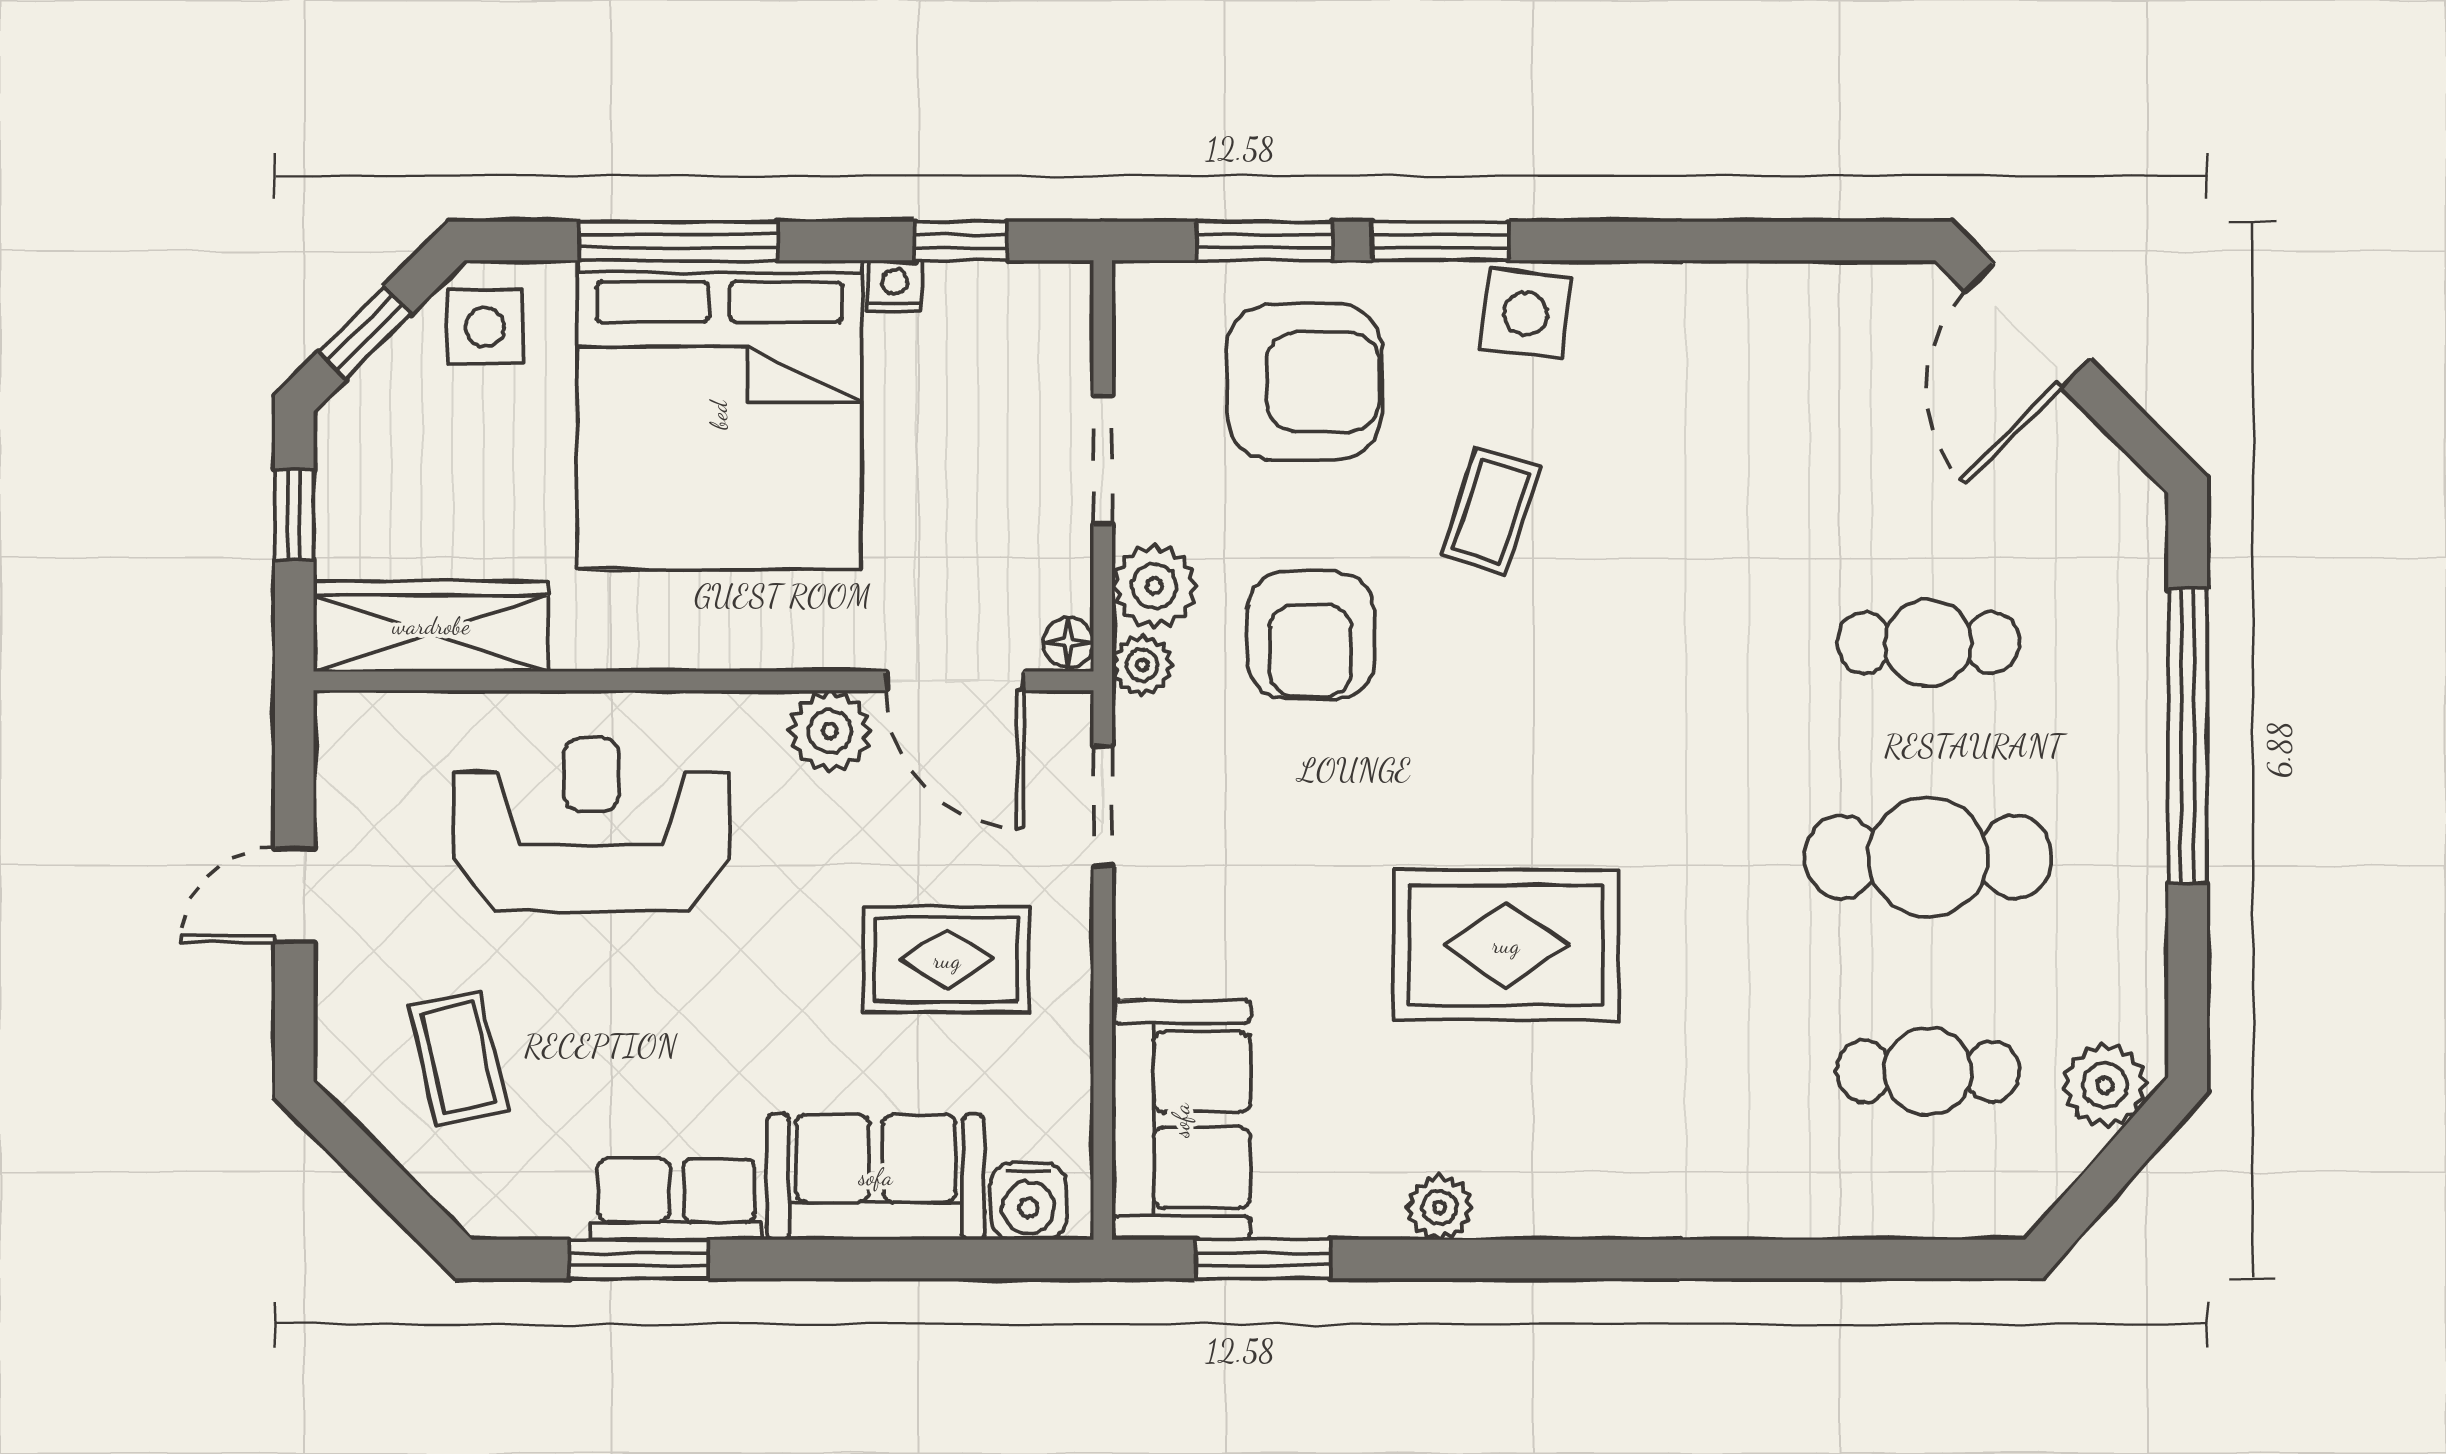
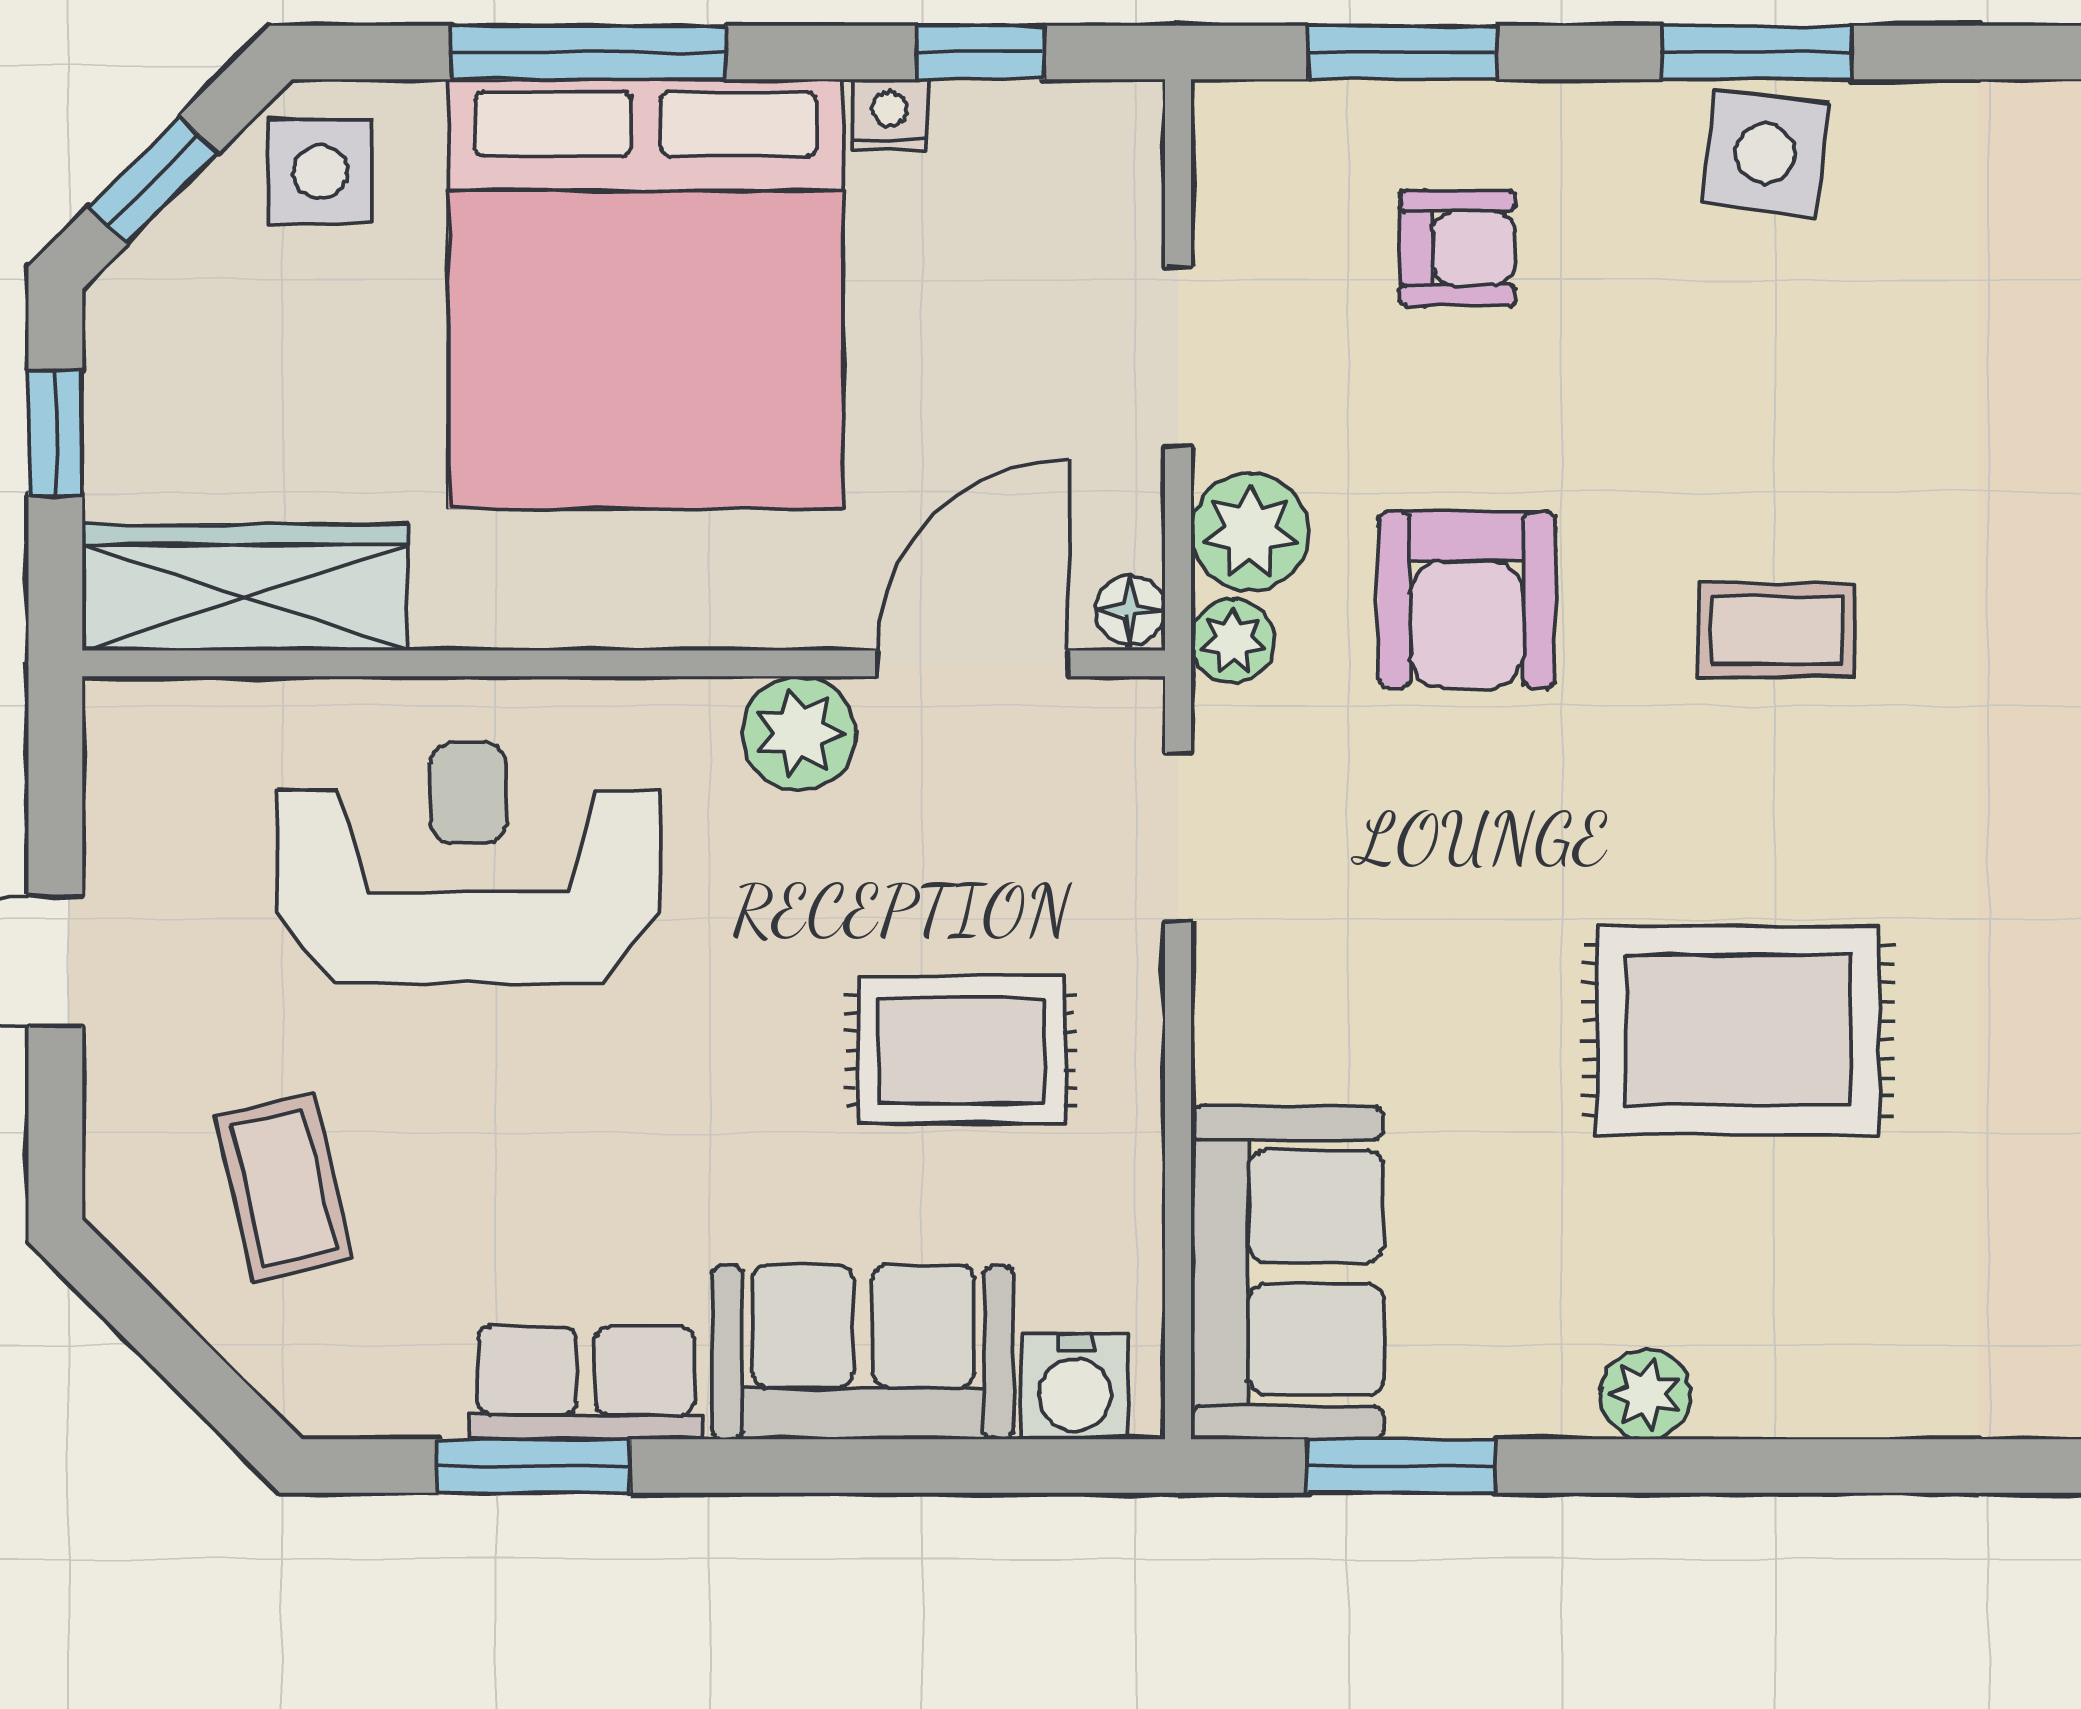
window: (1440, 241) -> (1757, 52), moved
armchair: (1304, 382) -> (1458, 248), width x0.53, depth x0.53
coffee table: (1491, 511) -> (1776, 630), moved, turned 72
door: (955, 681) -> (973, 663), swing flipped

